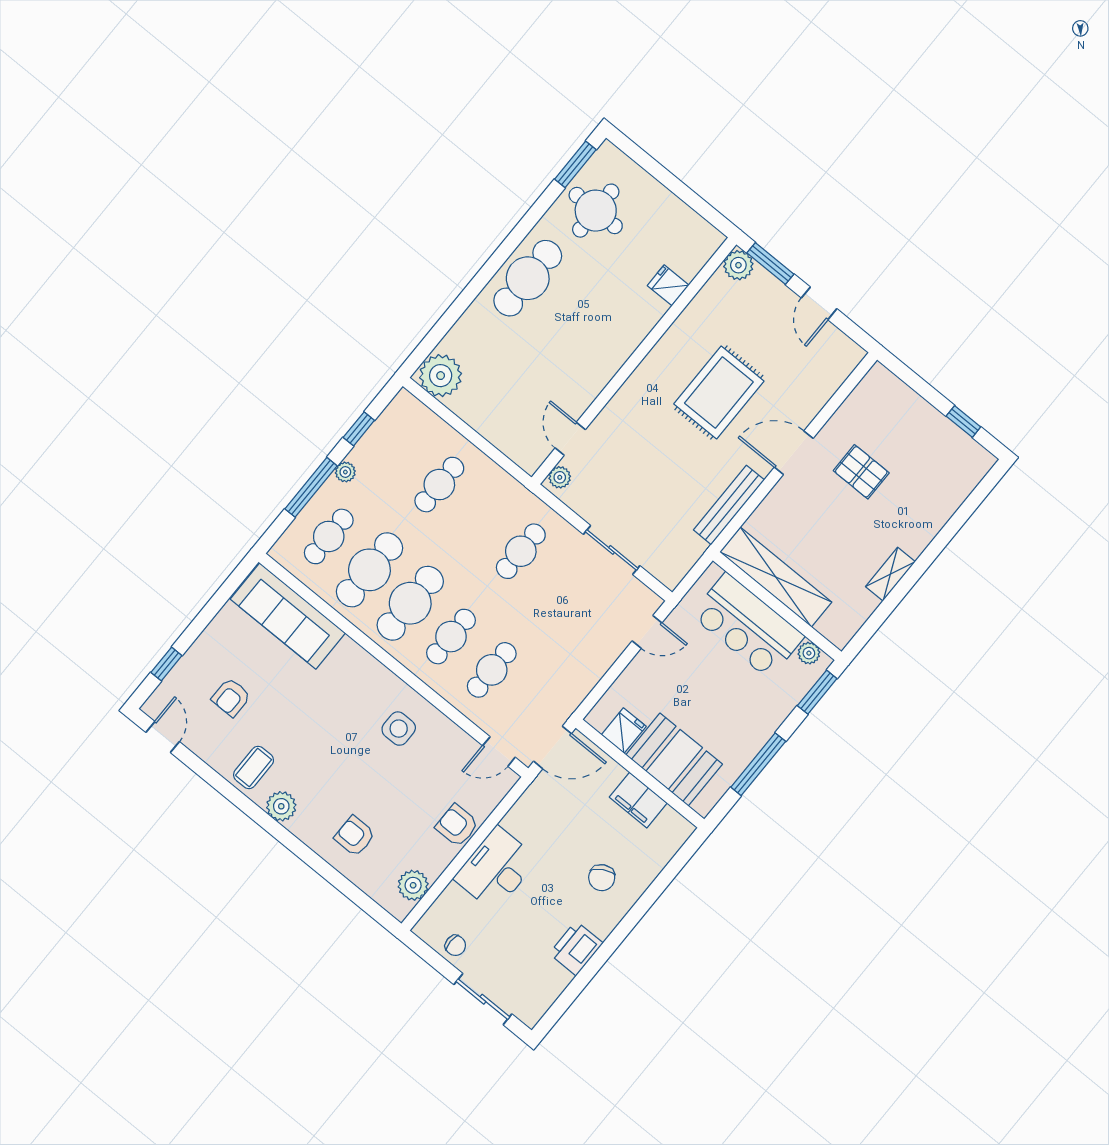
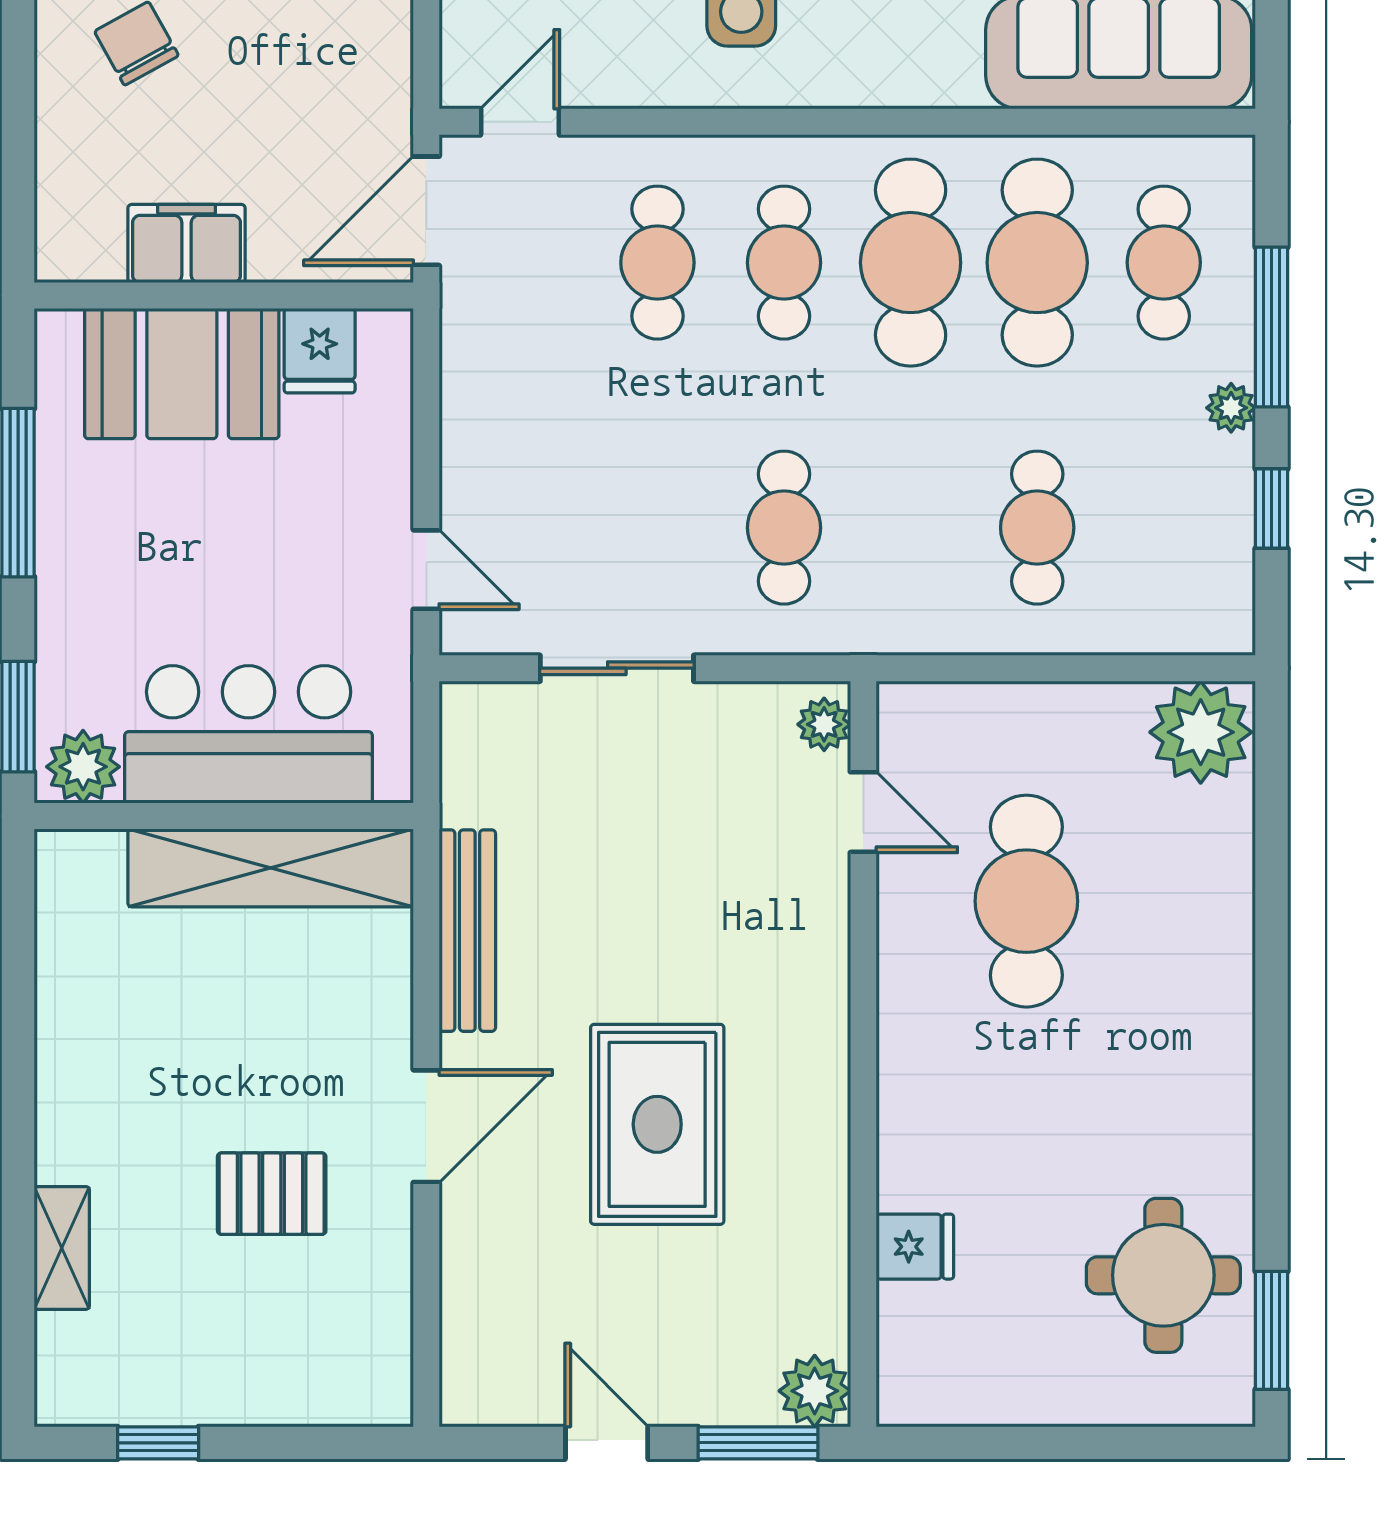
cafe table: (528, 278) -> (1026, 901), moved
shelving: (890, 574) -> (62, 1248), moved
door: (647, 632) -> (426, 570), swing flipped
plant: (809, 653) -> (83, 767), width x1.38, depth x1.38

